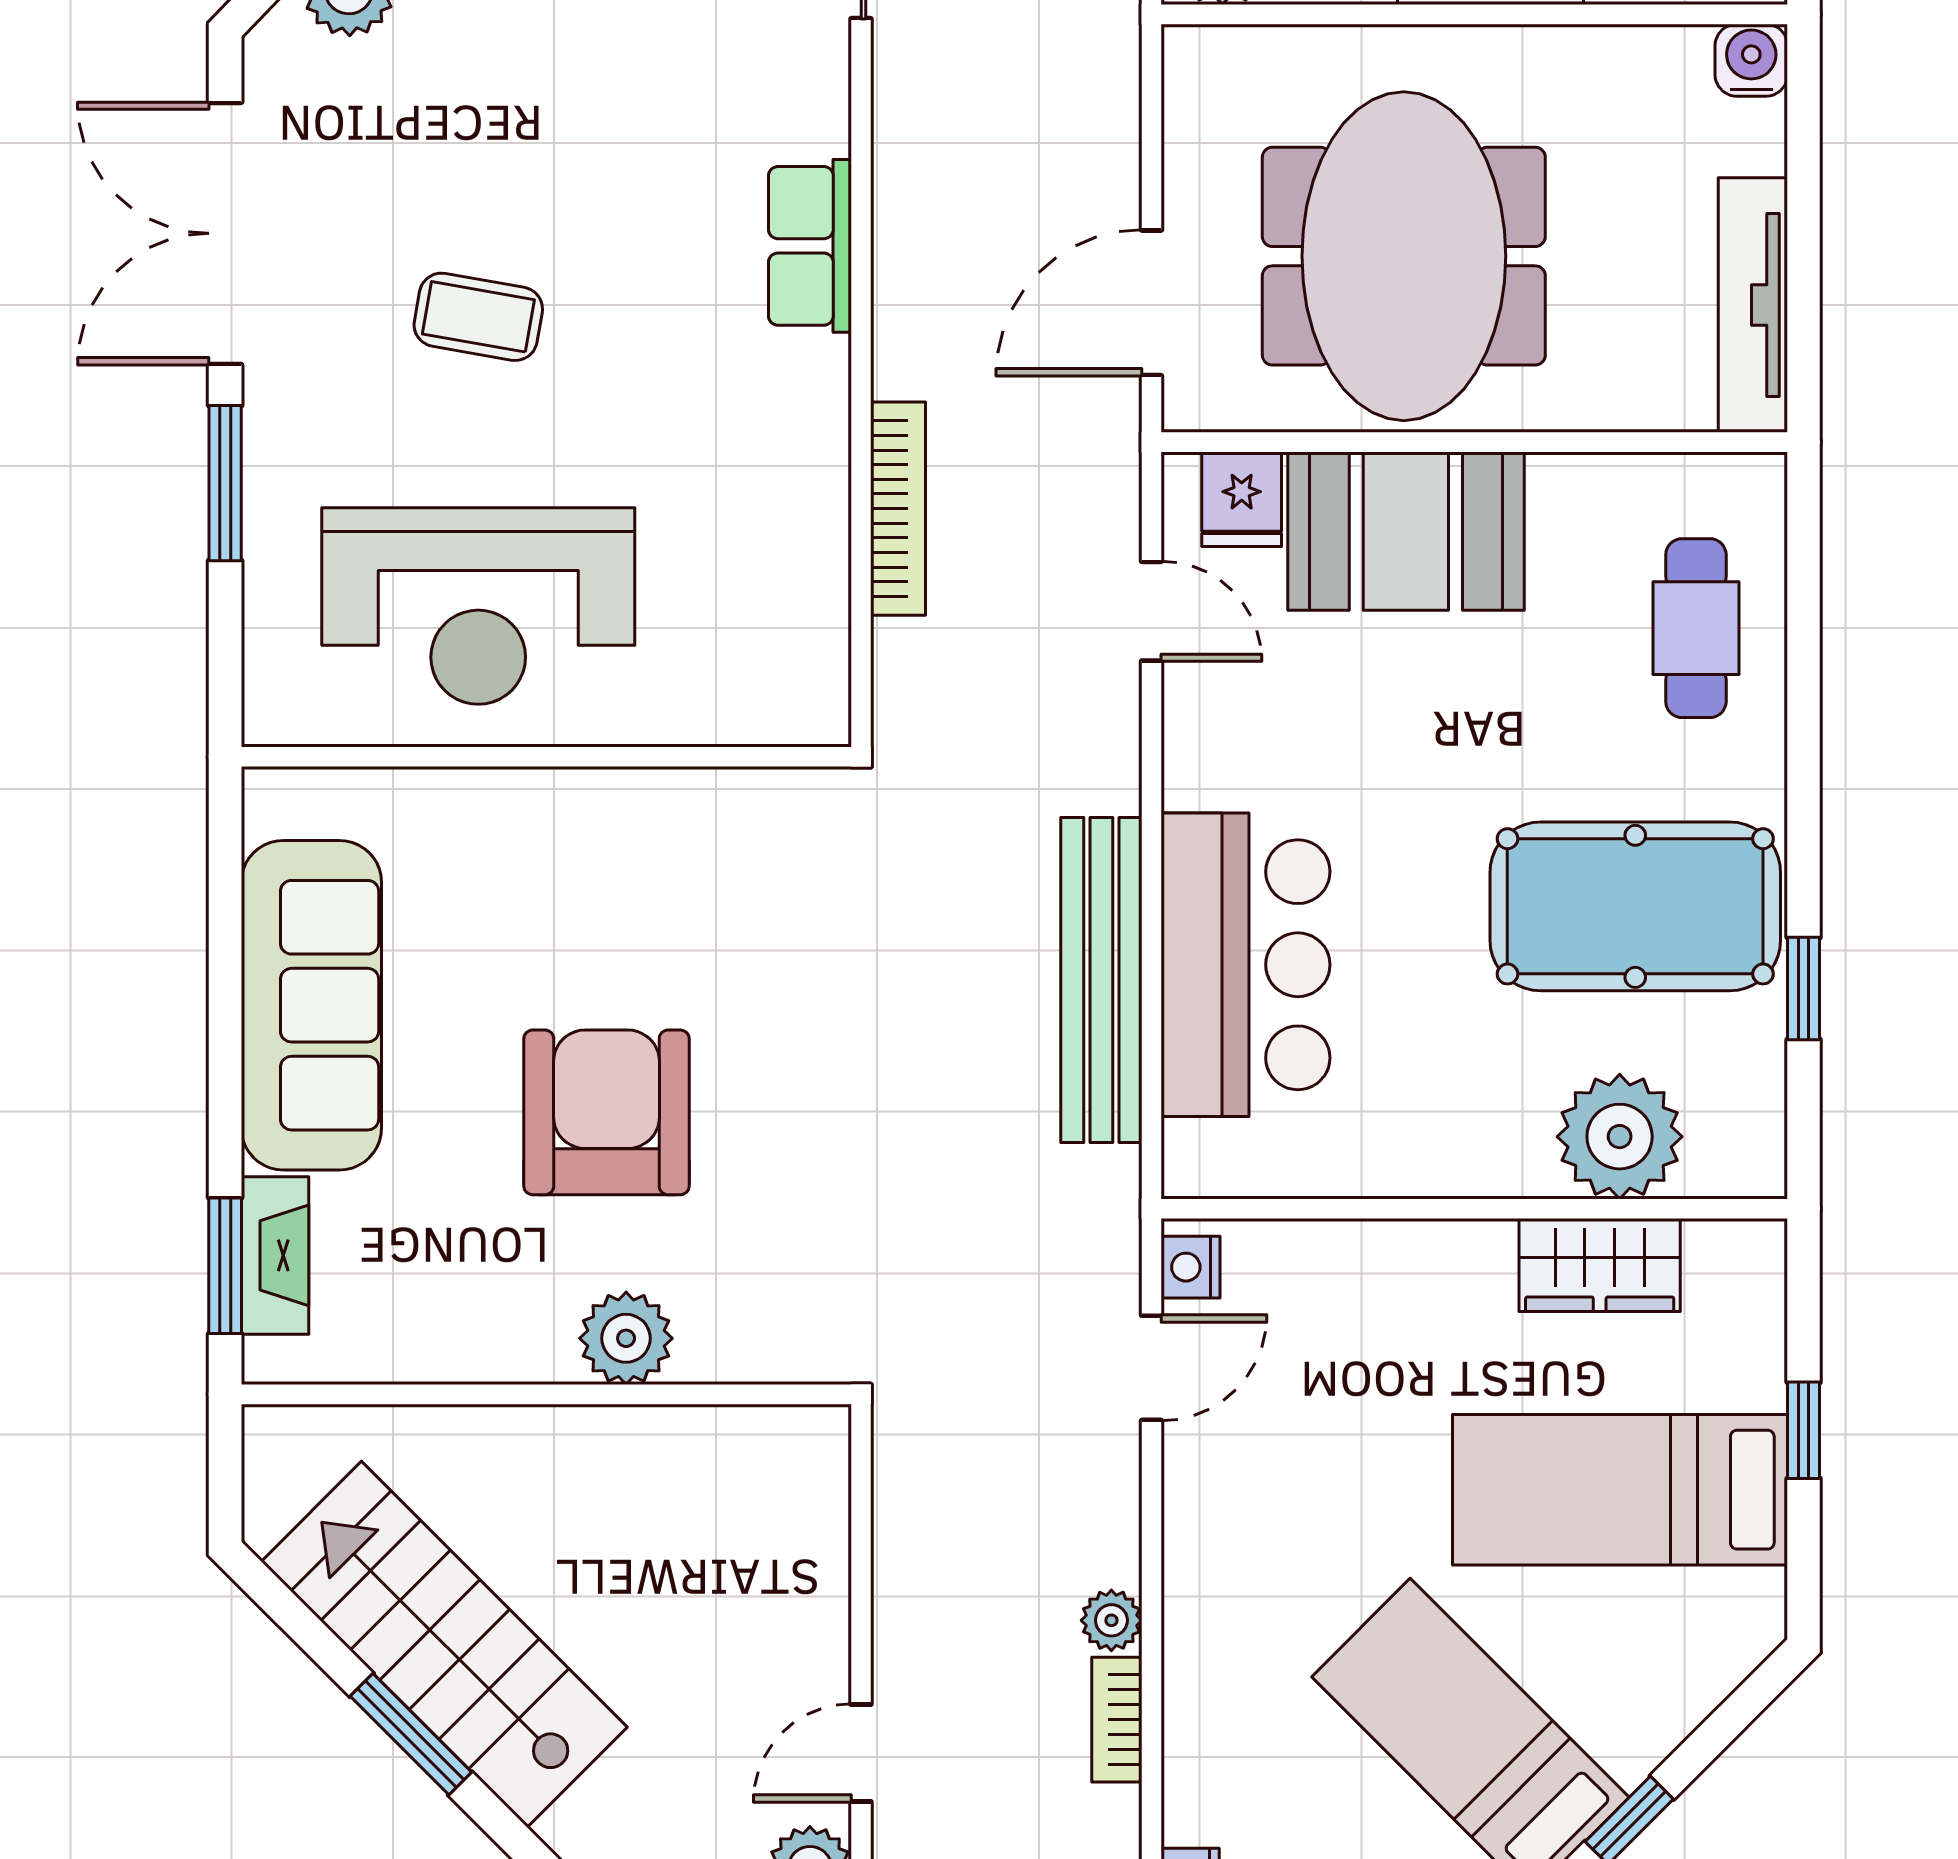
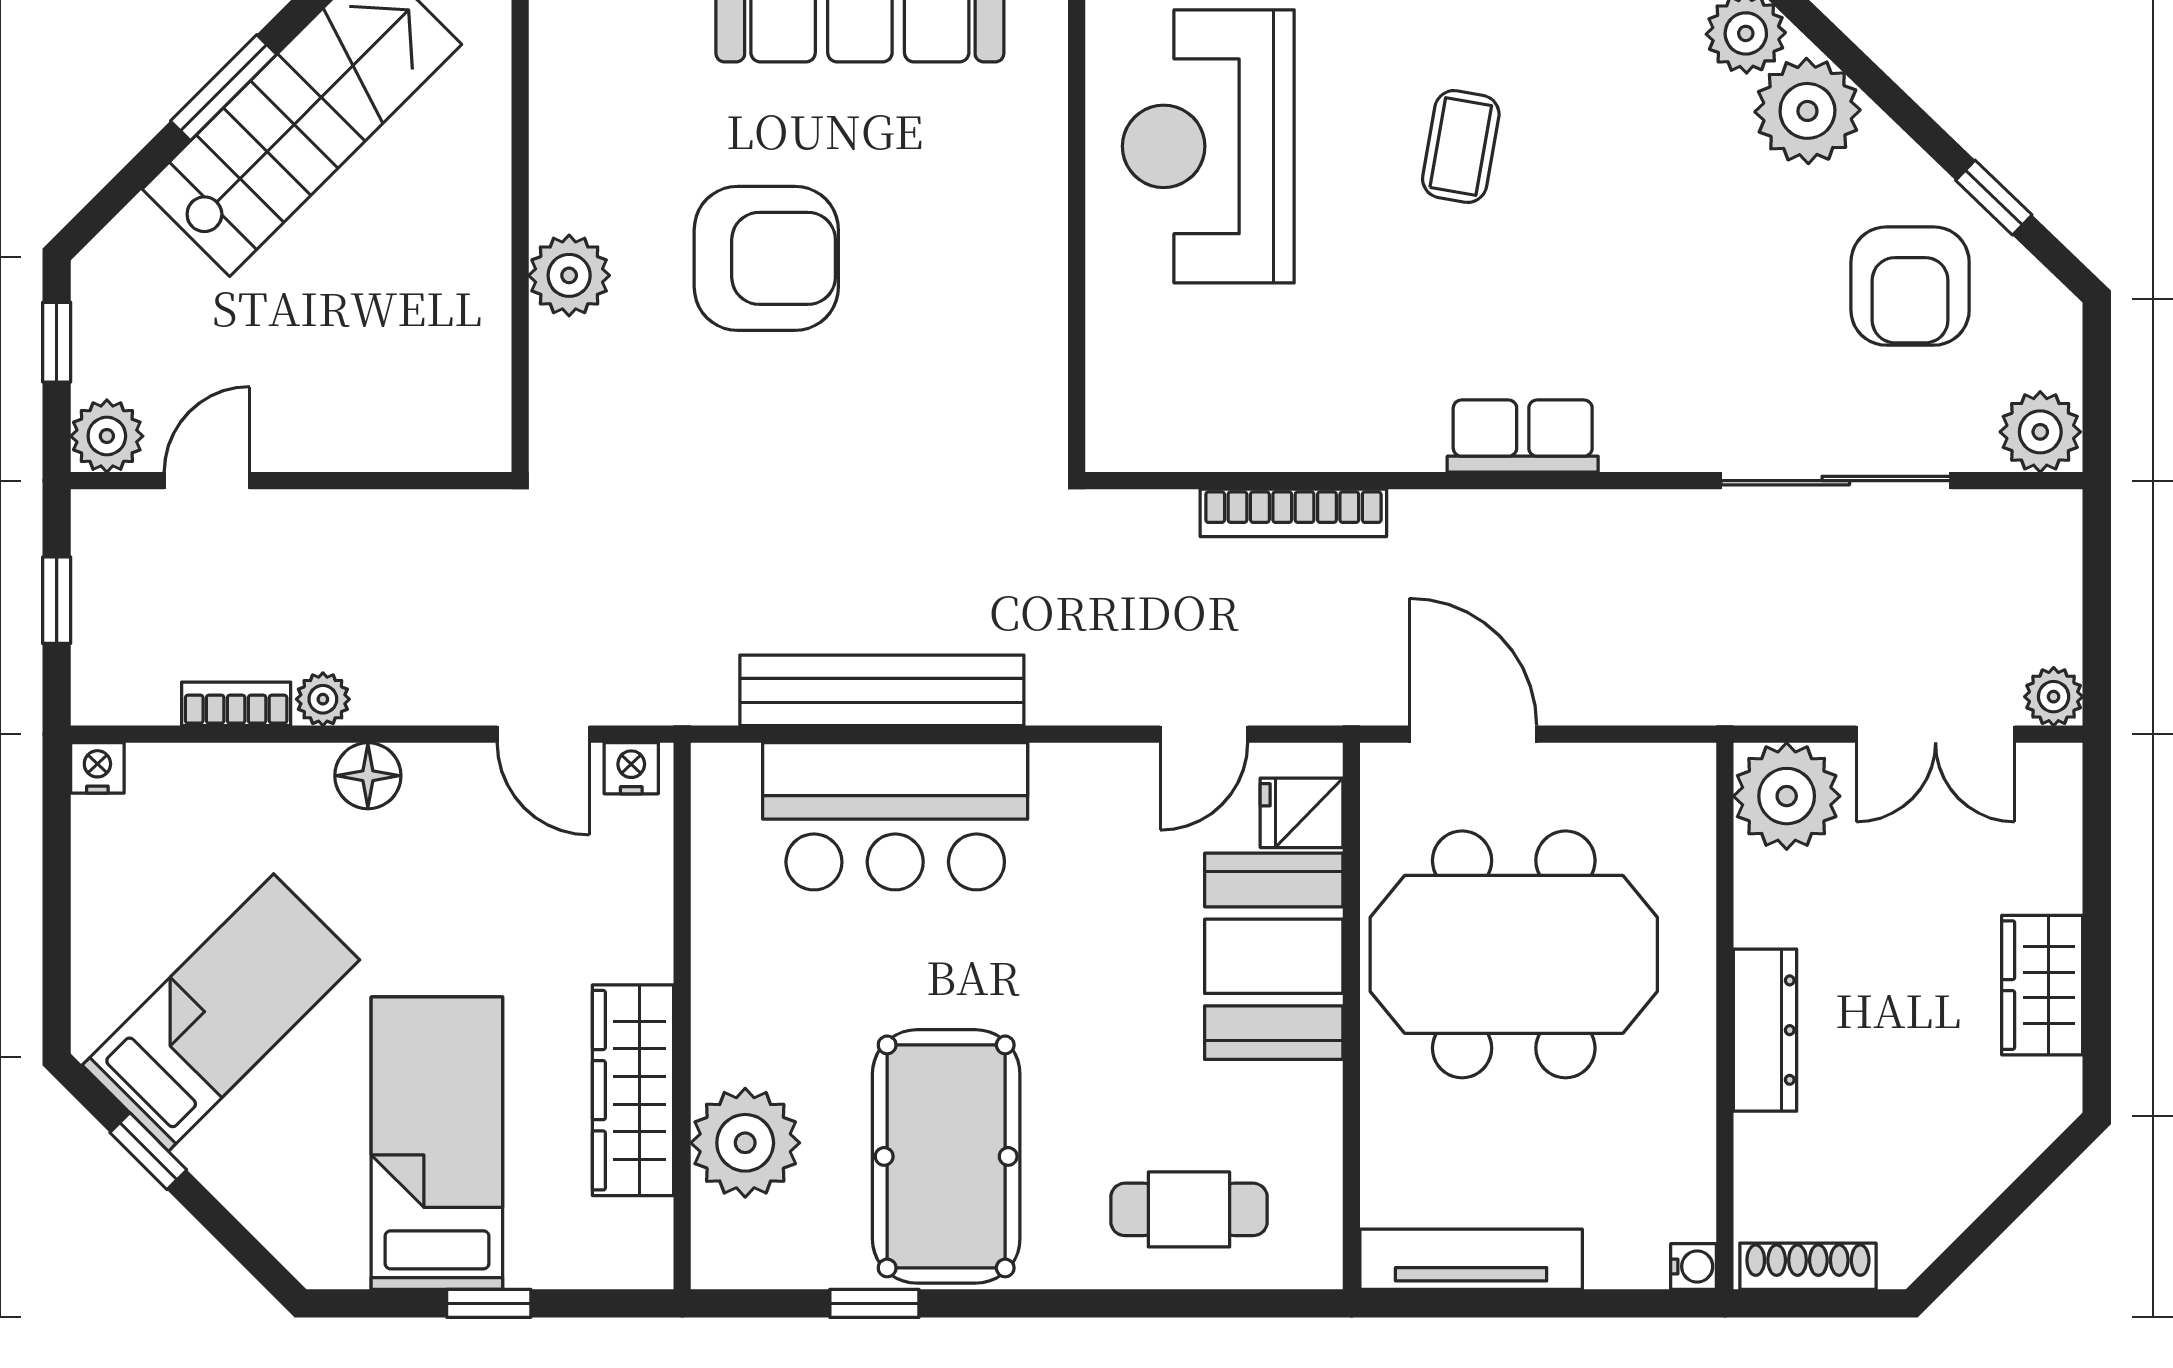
water cooler: (1751, 60) -> (1694, 1266), width x0.72, depth x0.72
wardrobe: (1600, 1265) -> (633, 1090), width x1.50
floor lamp: (1199, 1569) -> (368, 776), added
door: (861, 1753) -> (207, 481), hinge flipped

